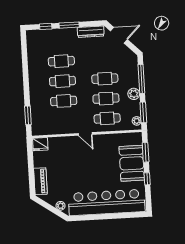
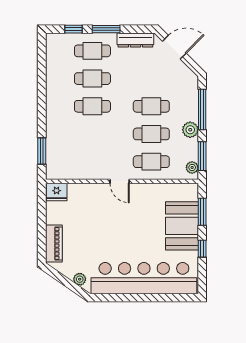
cafe table: (64, 101) -> (92, 51), moved

